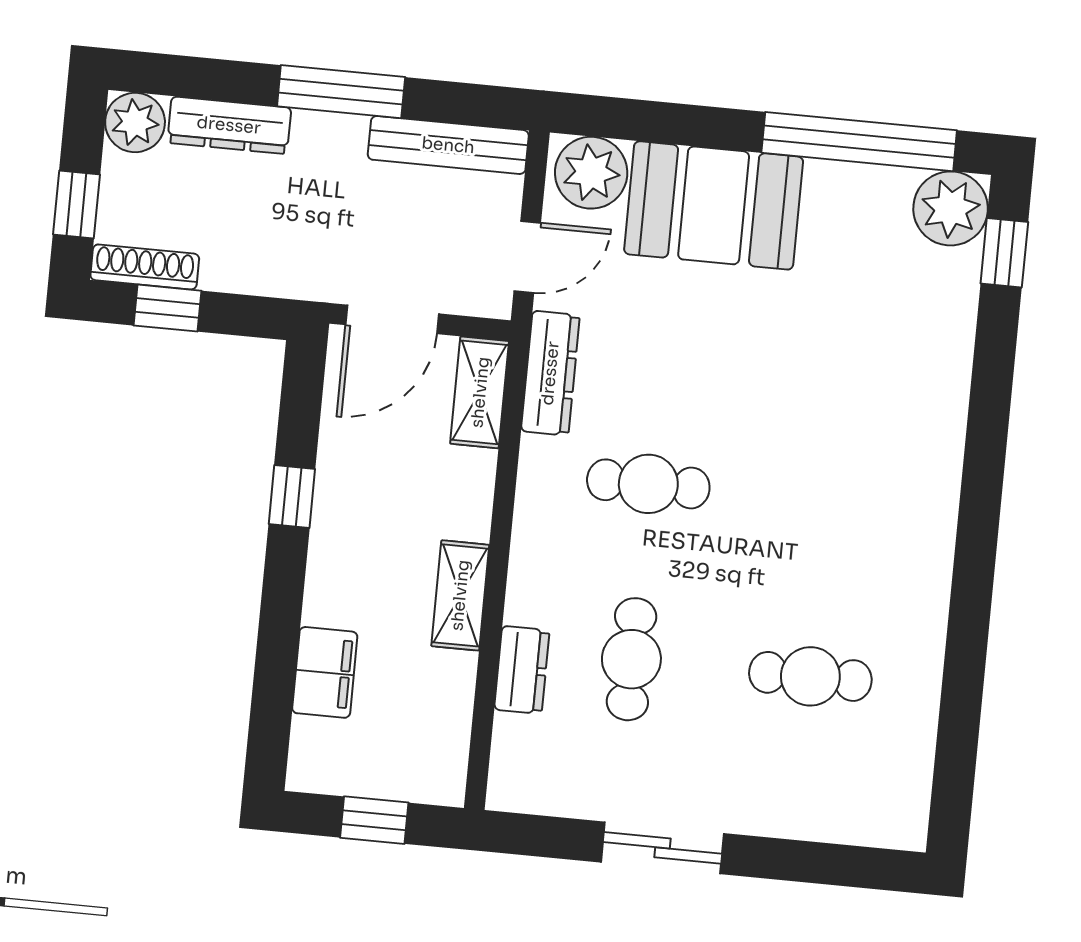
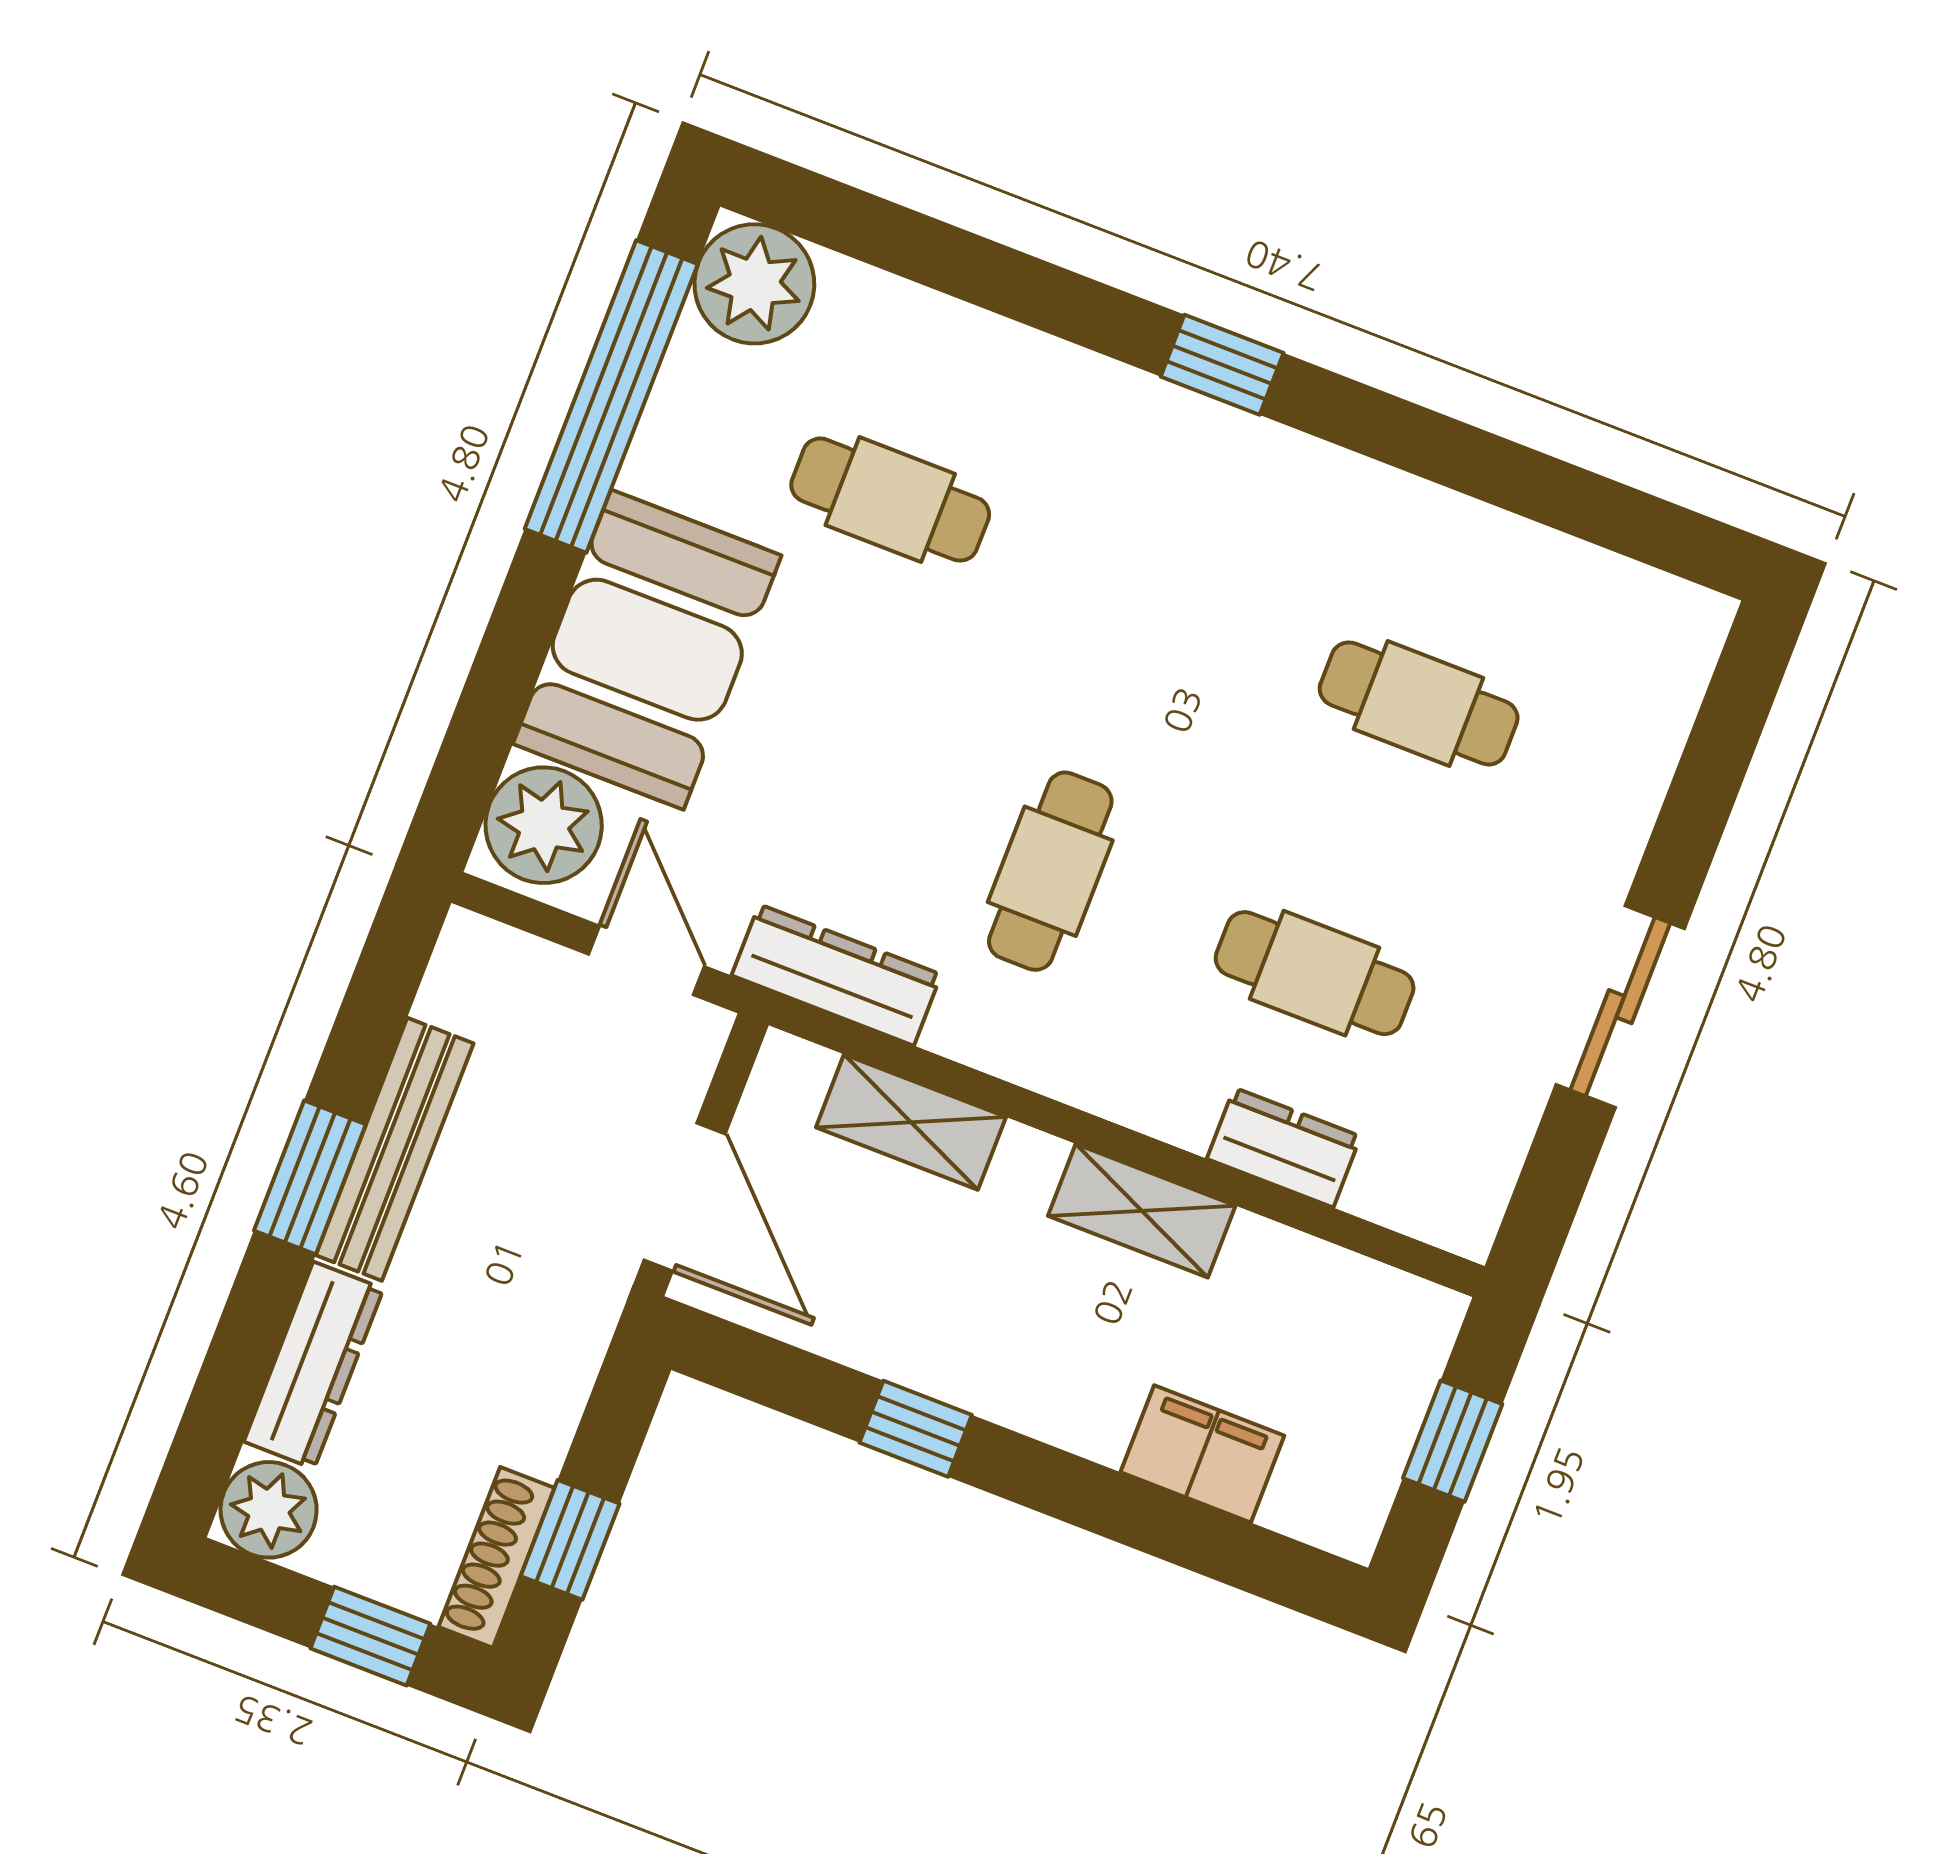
window: (341, 92) -> (310, 1177), width x0.69
bench: (448, 145) -> (395, 1149), moved
window: (1004, 253) -> (1222, 365), moved
cafe table: (844, 326) -> (890, 500), added
shelving: (480, 392) -> (911, 1122), moved
cafe table: (810, 676) -> (1419, 703), turned 90

